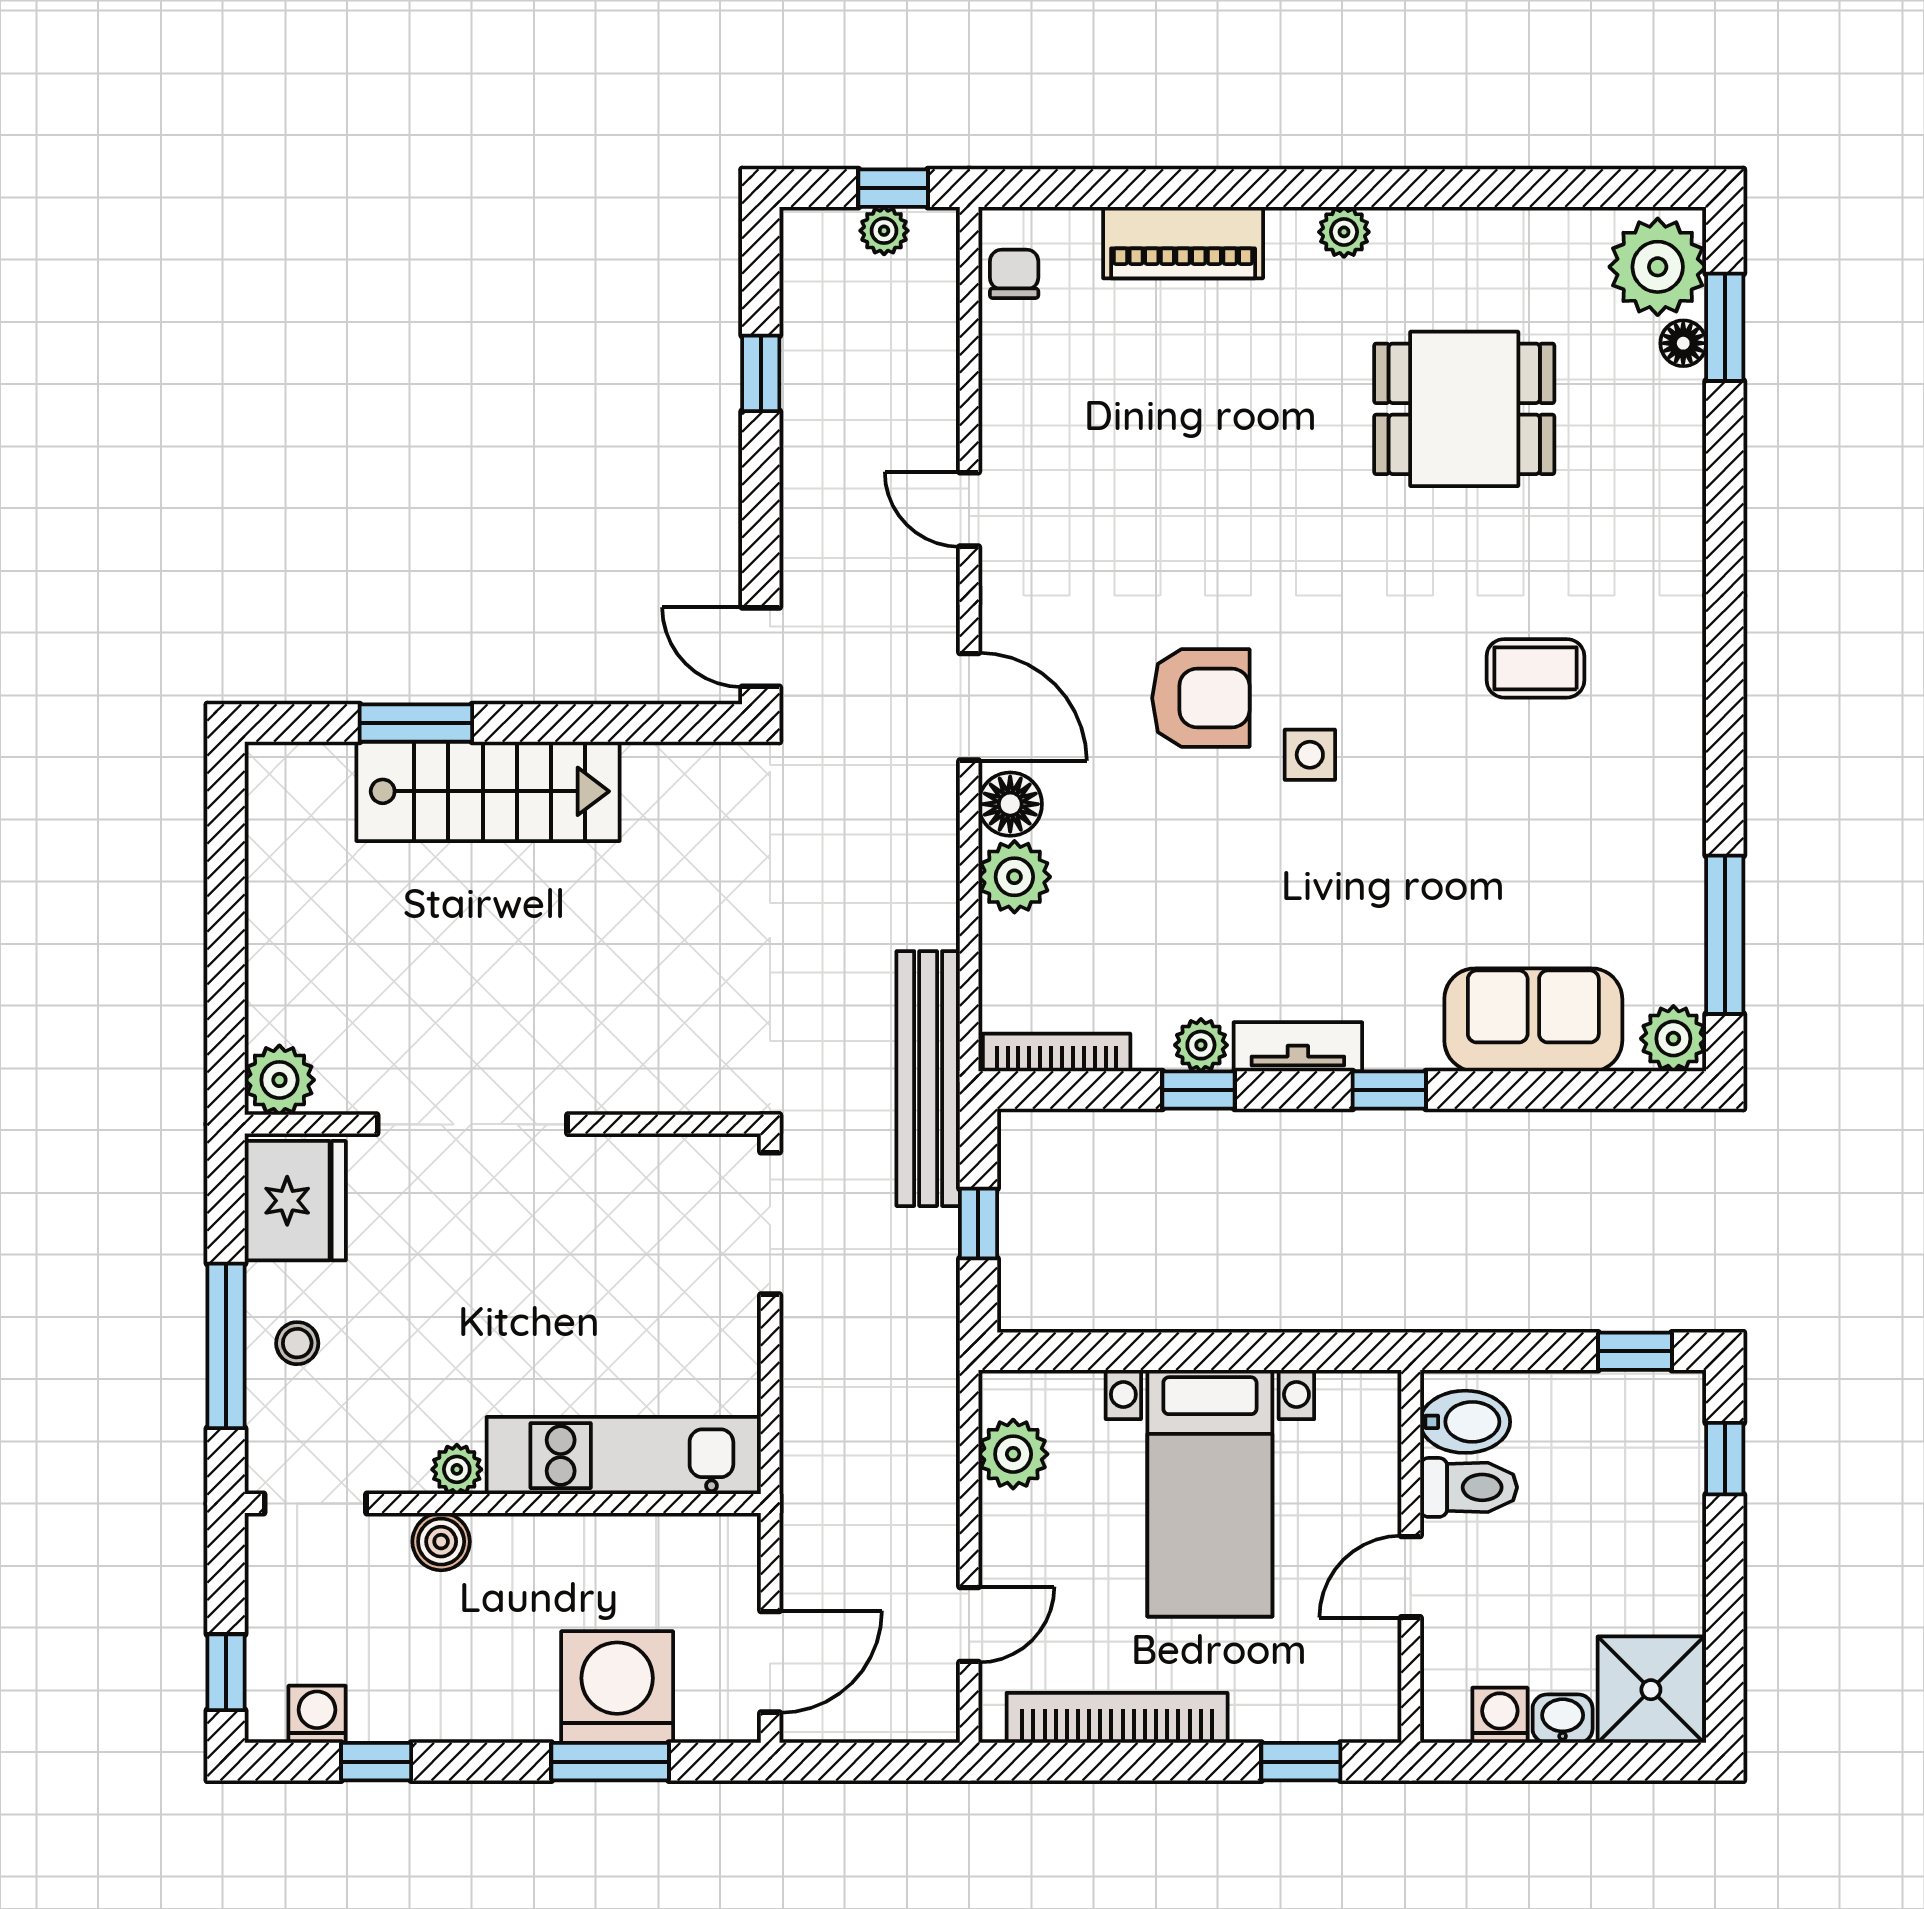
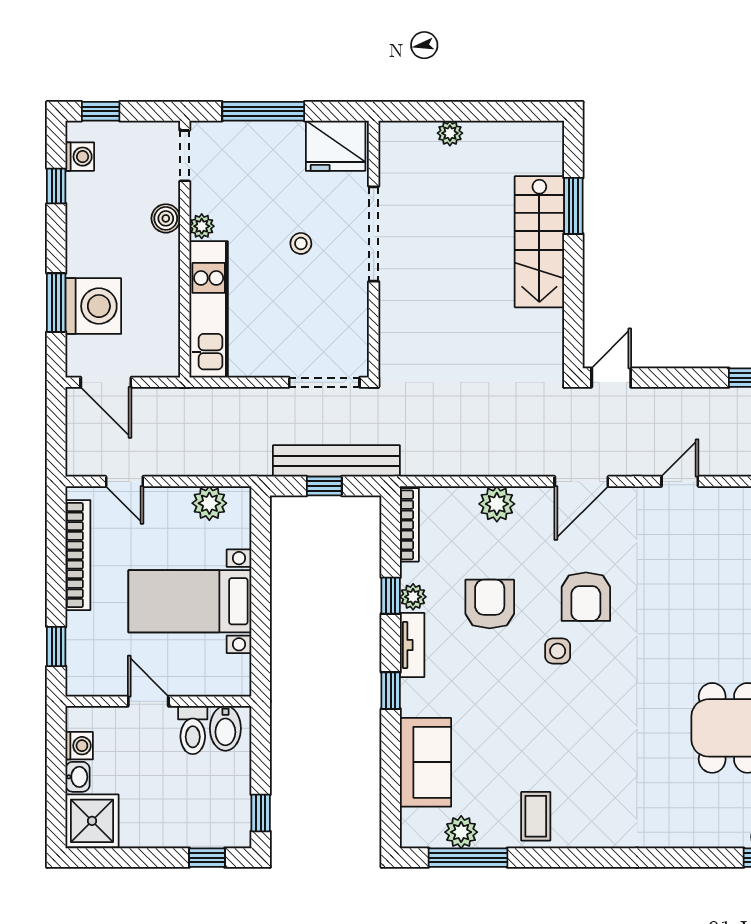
coffee table: (1535, 668) -> (536, 816), moved
floor lamp: (1010, 804) -> (533, 502), removed
armchair: (1216, 891) -> (490, 604), added
plant: (1673, 1039) -> (461, 832), moved
bench: (928, 1079) -> (336, 461), moved
plant: (279, 1080) -> (450, 133), moved, width x0.73, depth x0.73
stool: (297, 1343) -> (301, 243), moved

